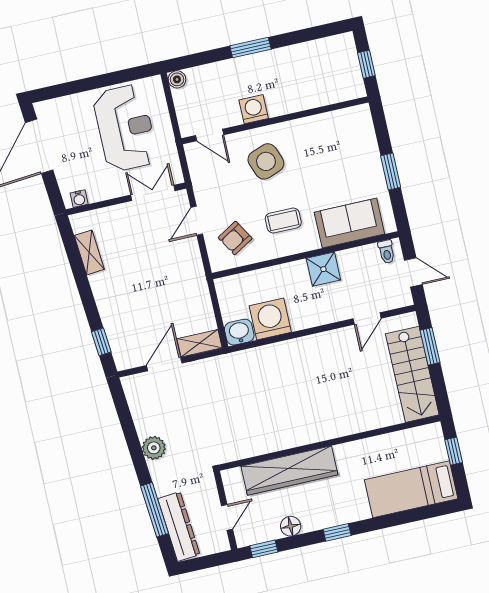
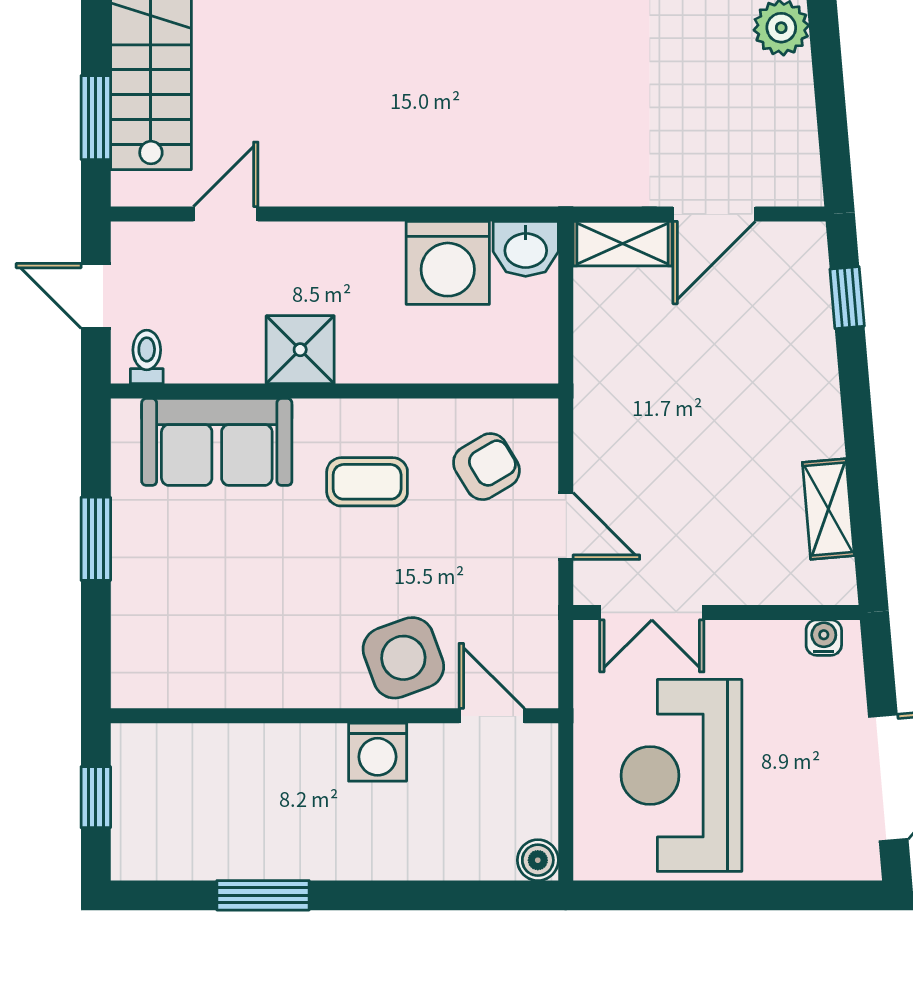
window: (250, 47) -> (263, 895), moved
side table: (266, 161) -> (403, 658), moved
door: (197, 221) -> (566, 526), hinge flipped

